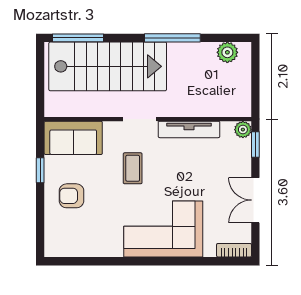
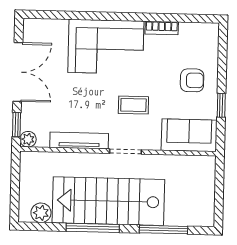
window: (78, 38) -> (164, 230), moved
stairs: (108, 66) -> (108, 201), moved
coffee table: (133, 168) -> (133, 105), turned 90
double door: (255, 200) -> (18, 72), width x1.37
bookcase: (234, 250) -> (162, 28), moved

